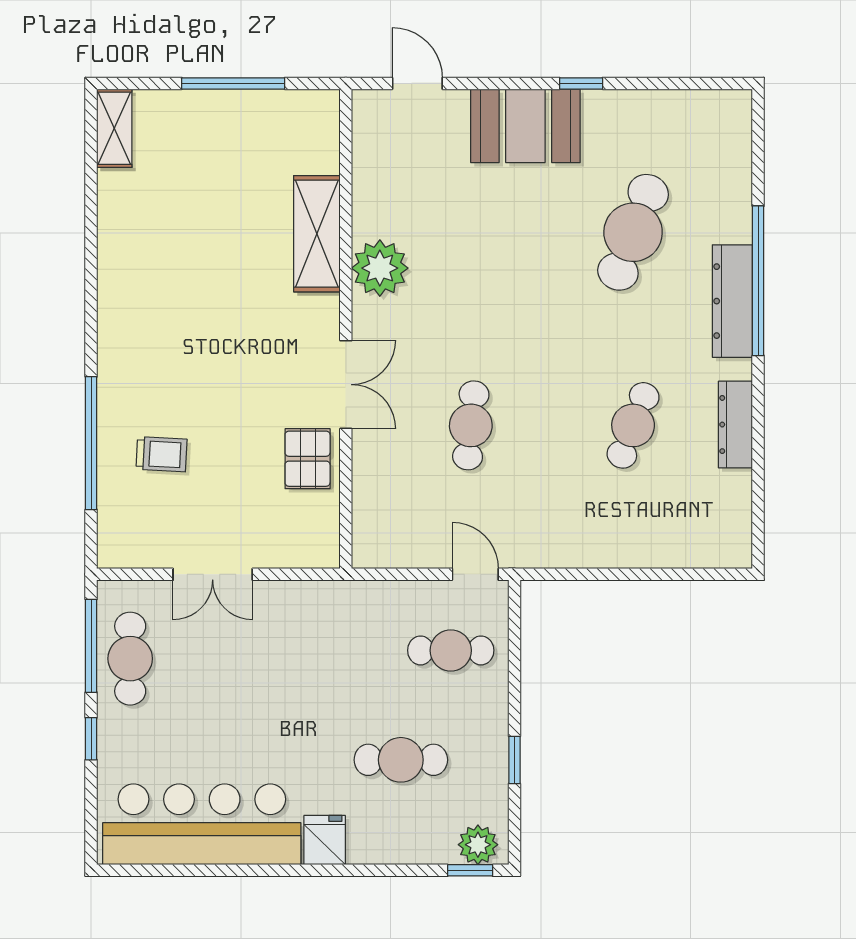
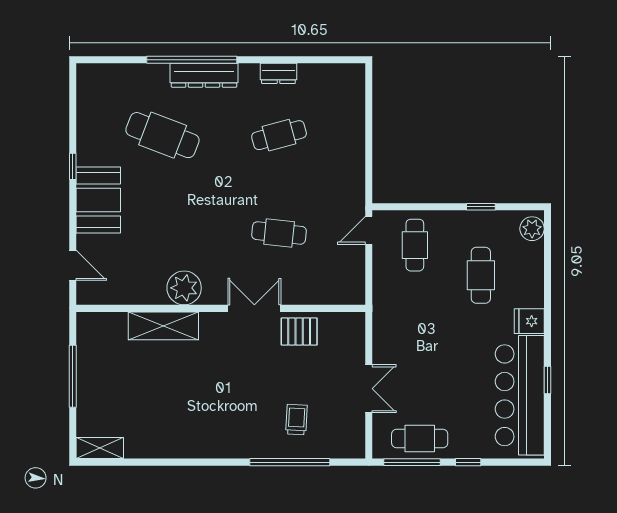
door: (417, 83) -> (73, 265), swing flipped
cafe table: (633, 425) -> (279, 135), turned -36
dresser: (735, 425) -> (278, 73), width x0.70
window: (470, 870) -> (547, 380), moved

